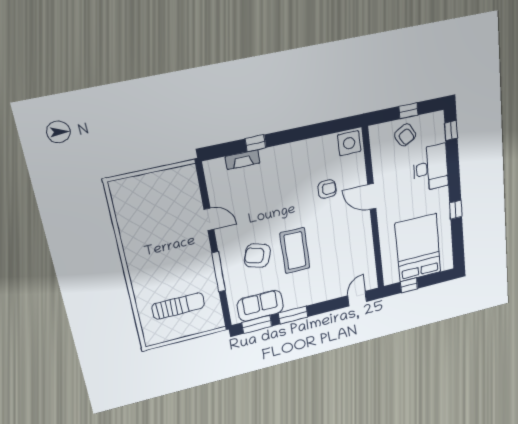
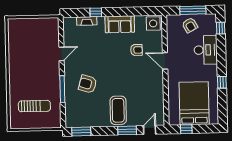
window: (408, 111) -> (193, 10), width x2.17
door: (209, 219) -> (61, 54), hinge flipped
coffee table: (295, 251) -> (118, 110), moved
sofa: (260, 306) -> (120, 24), moved, turned 180
window: (293, 315) -> (127, 130), moved

